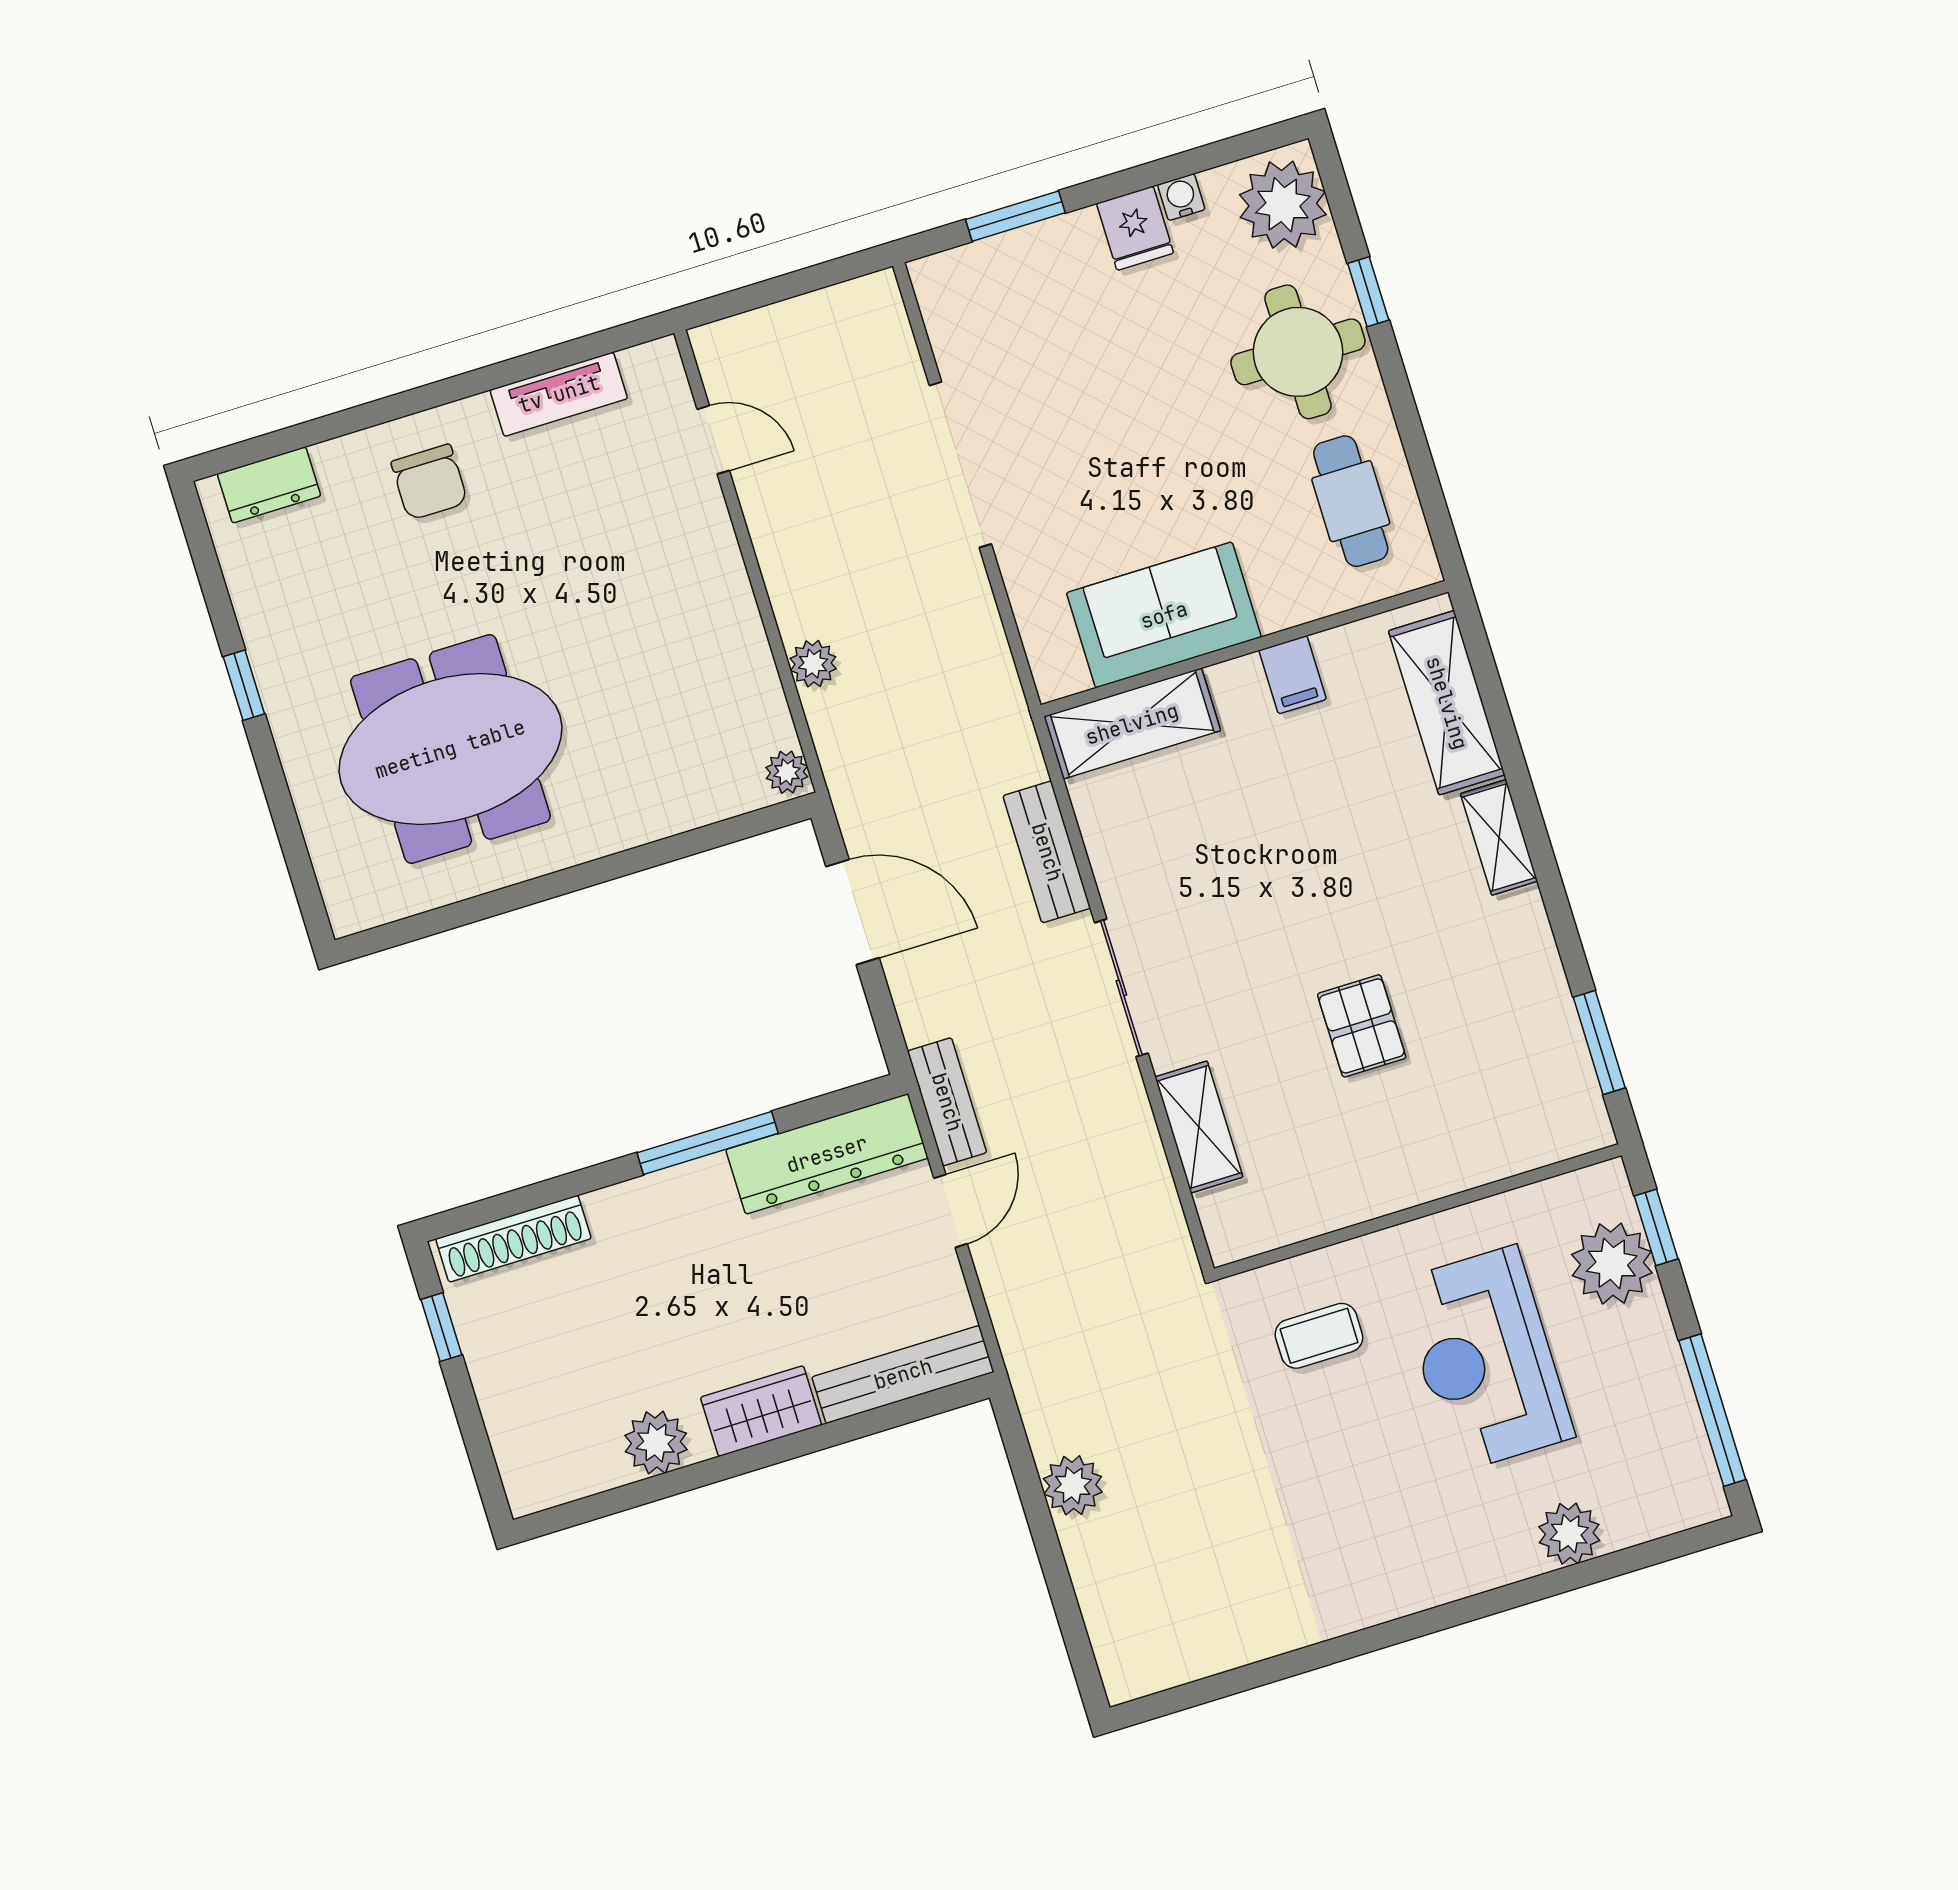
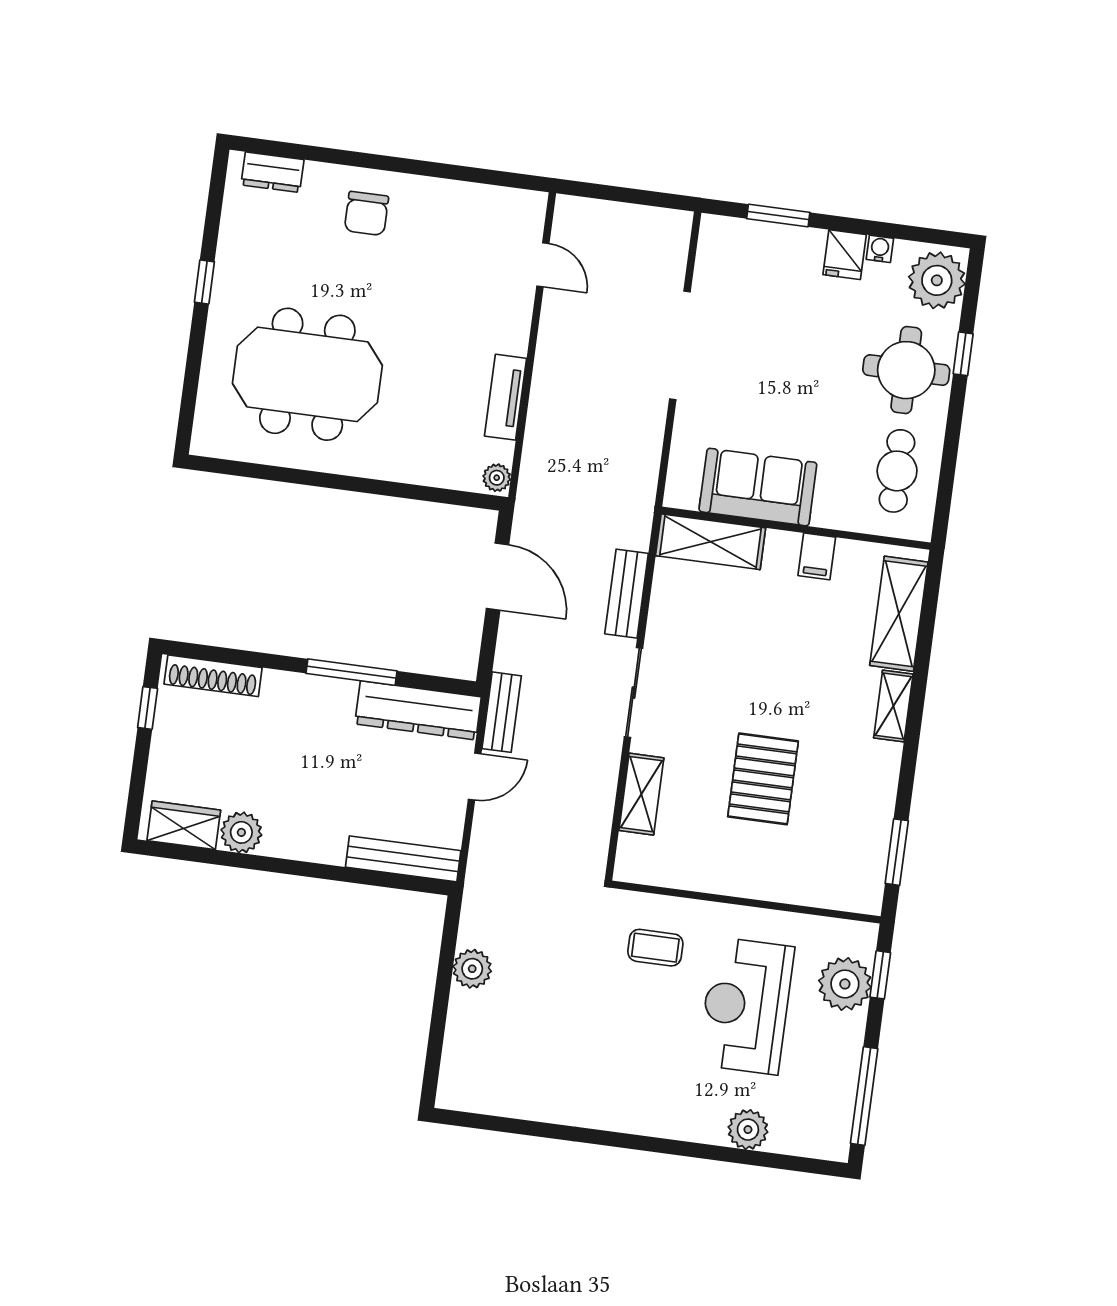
tv unit: (559, 394) -> (506, 397), moved, turned 90
plant: (813, 664) -> (541, 422), removed
pallet: (1362, 1026) -> (763, 779), width x1.50, depth x1.42
wardrobe: (761, 1411) -> (184, 825), moved

